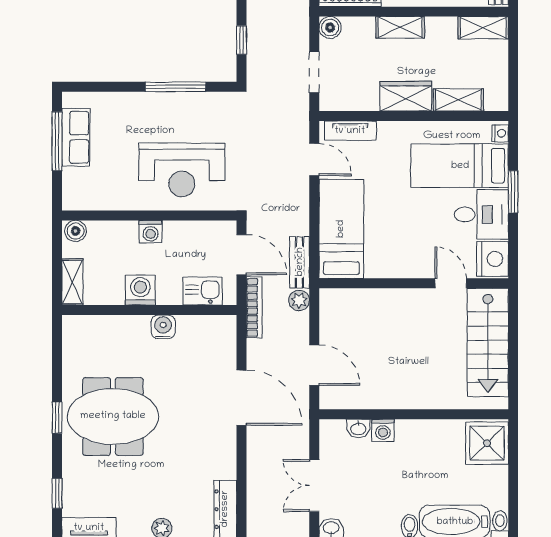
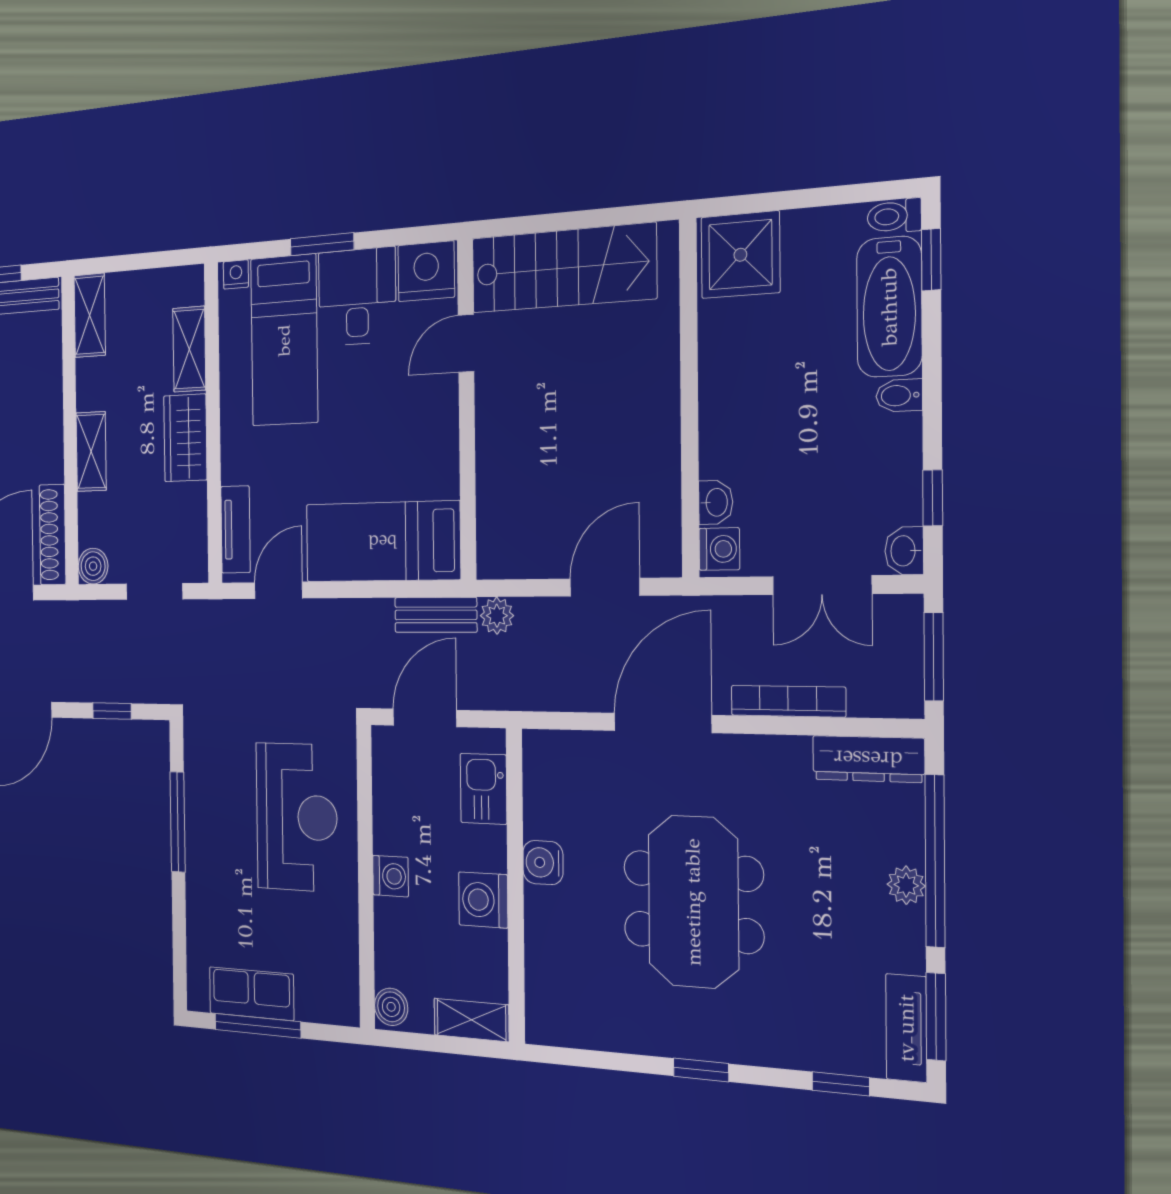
bookcase: (254, 307) -> (788, 701), moved
meeting table: (113, 416) -> (693, 902), moved
washing machine: (383, 430) -> (719, 549), moved

